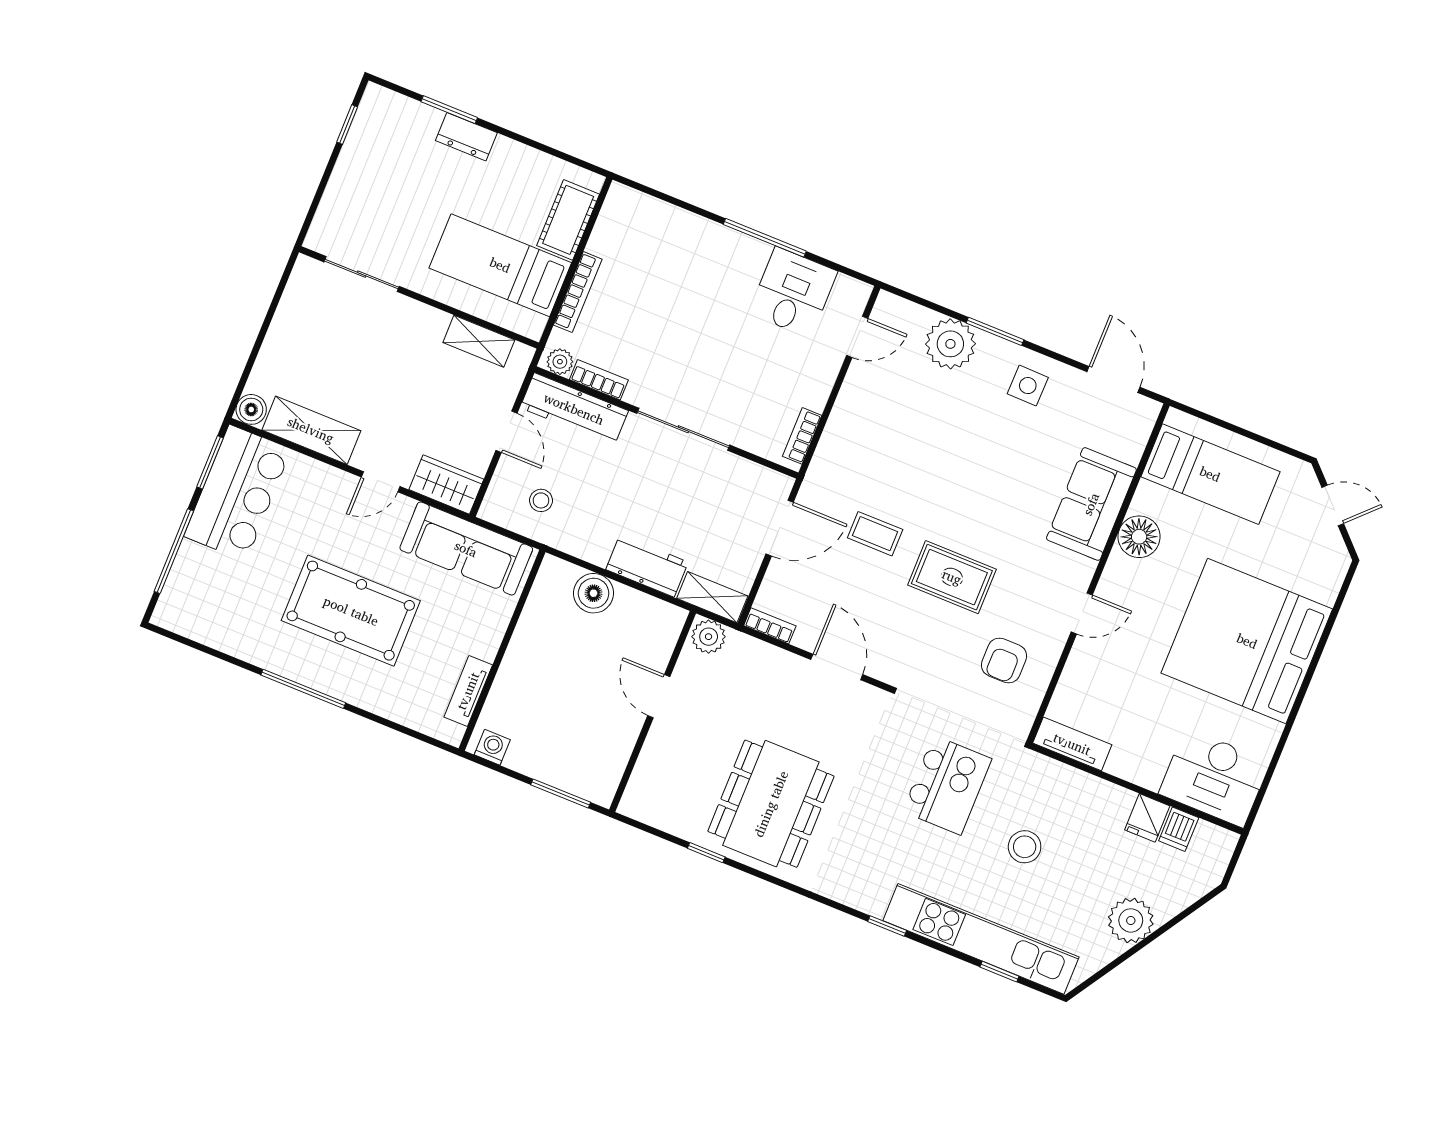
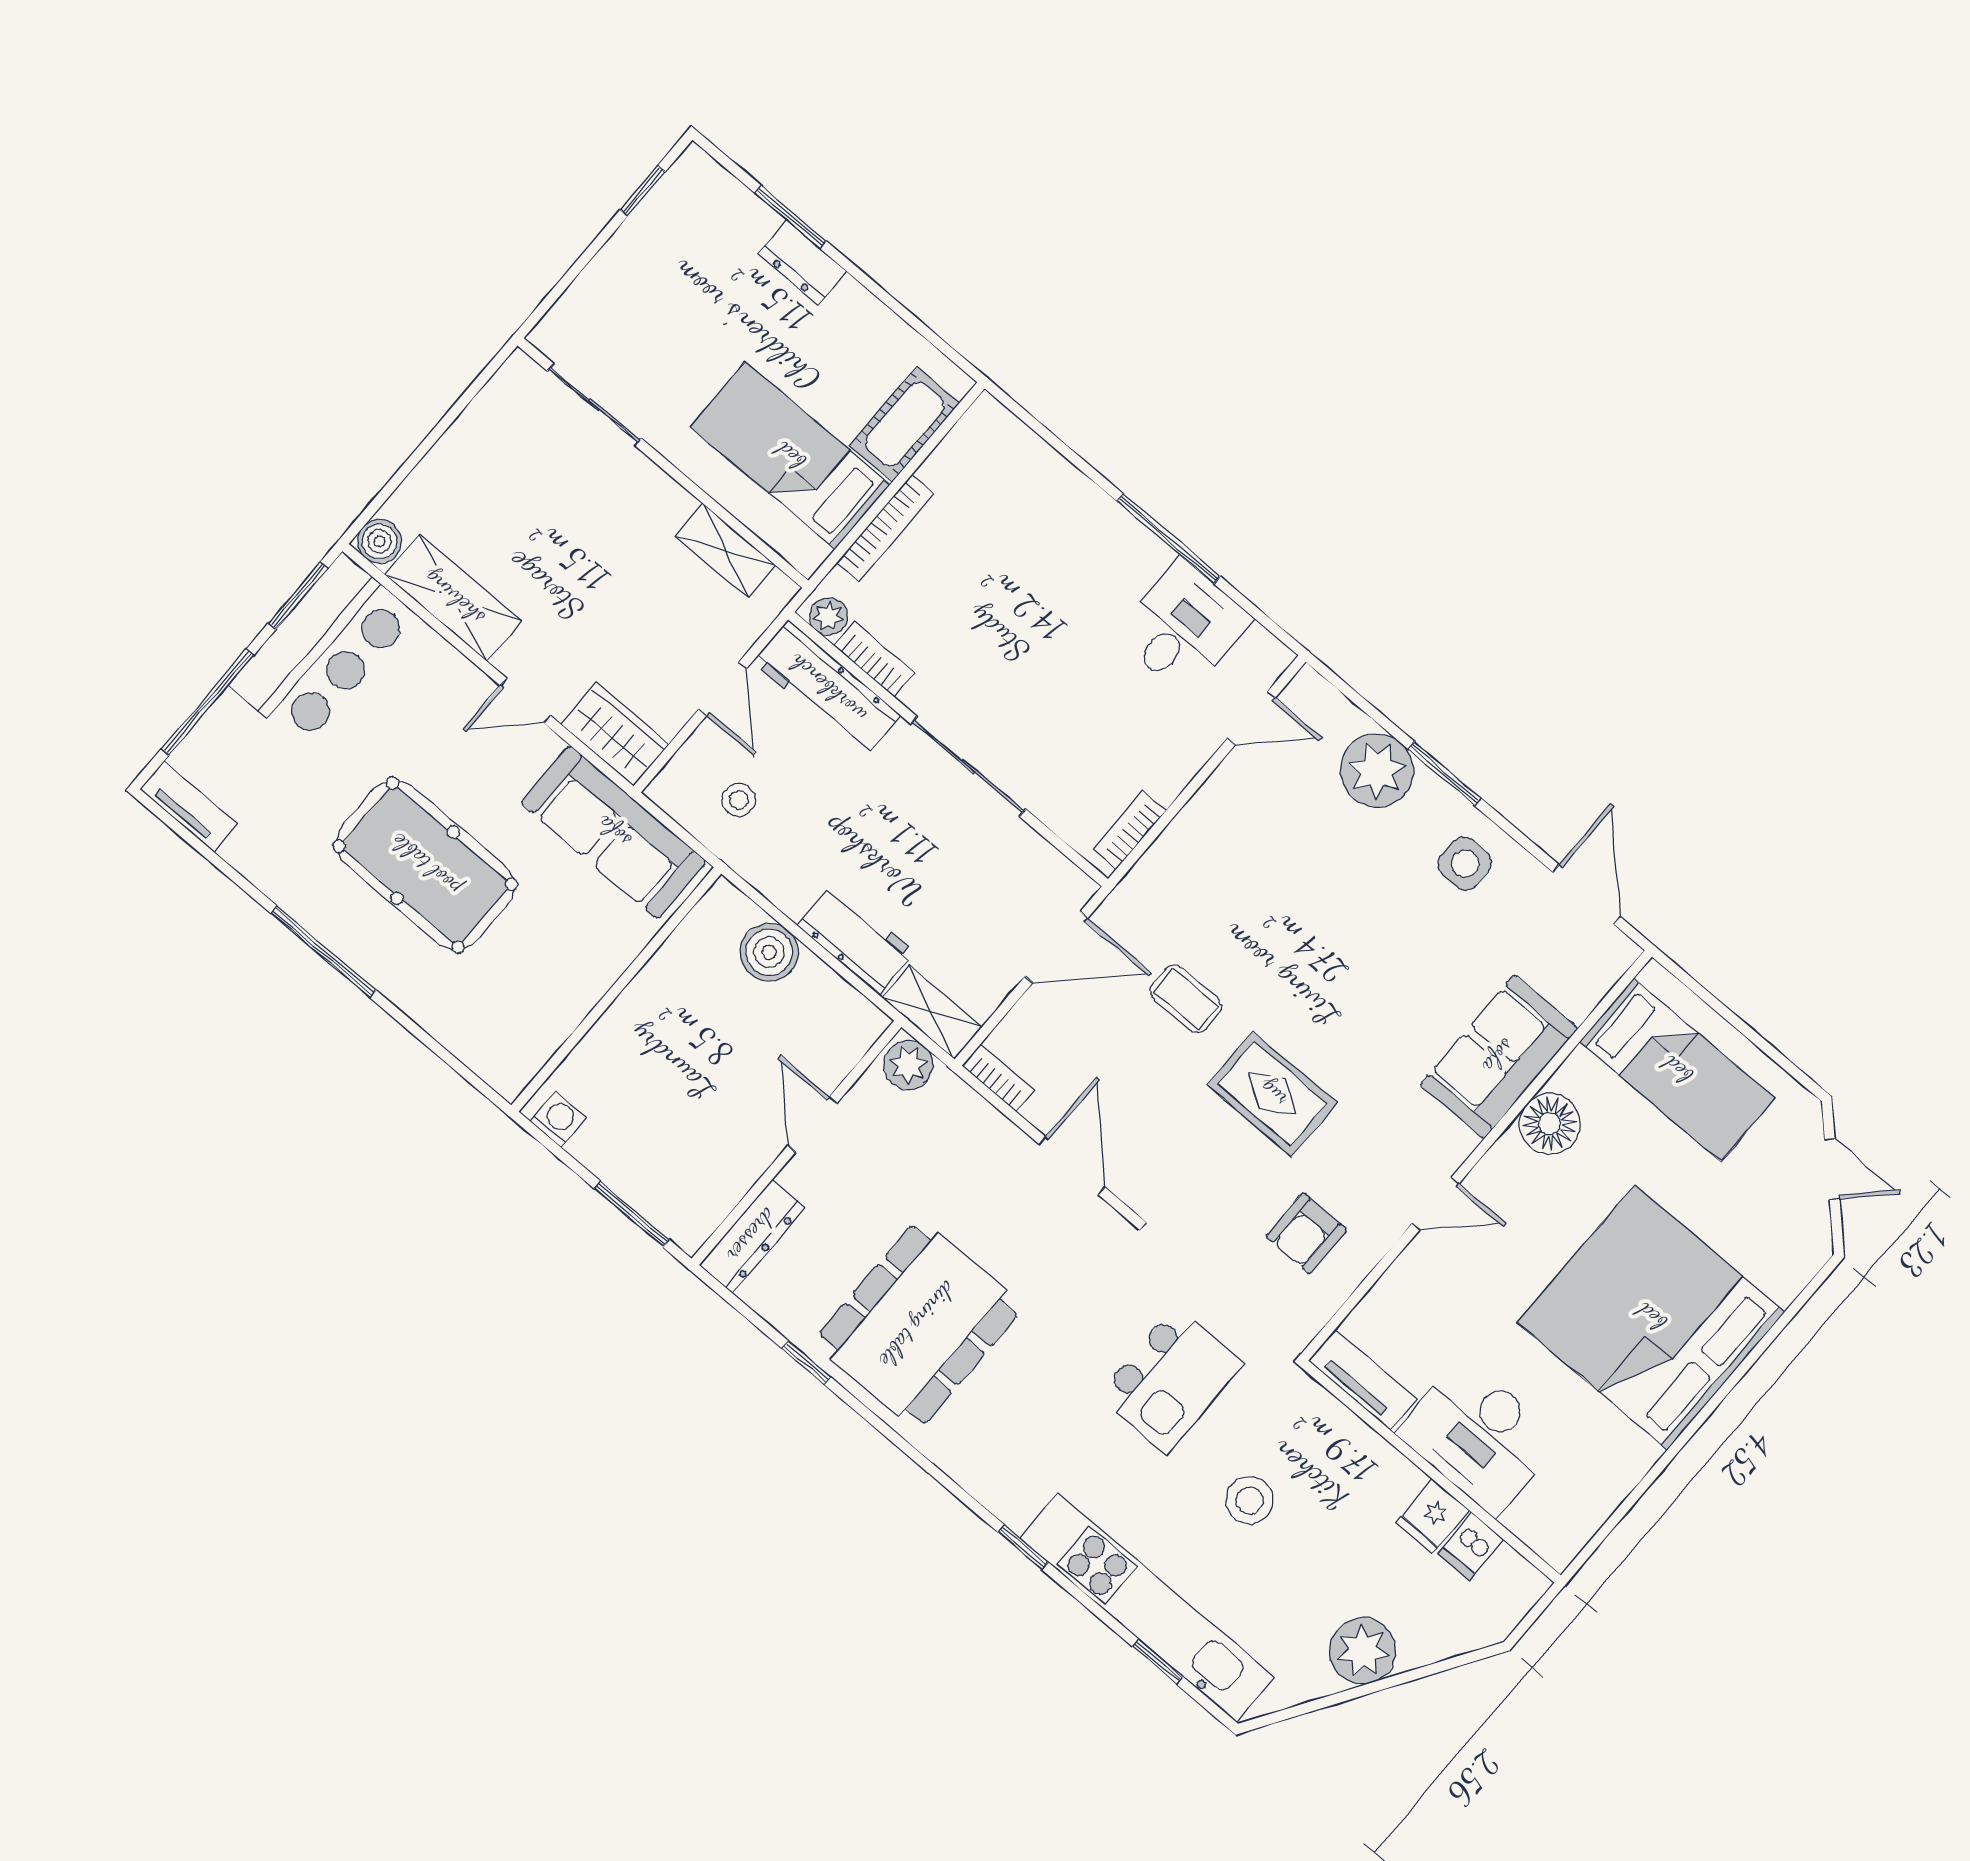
tv unit: (468, 691) -> (189, 806), moved, turned 90
desk: (1214, 778) -> (1479, 1436), moved
dresser: (644, 782) -> (752, 1236), added

